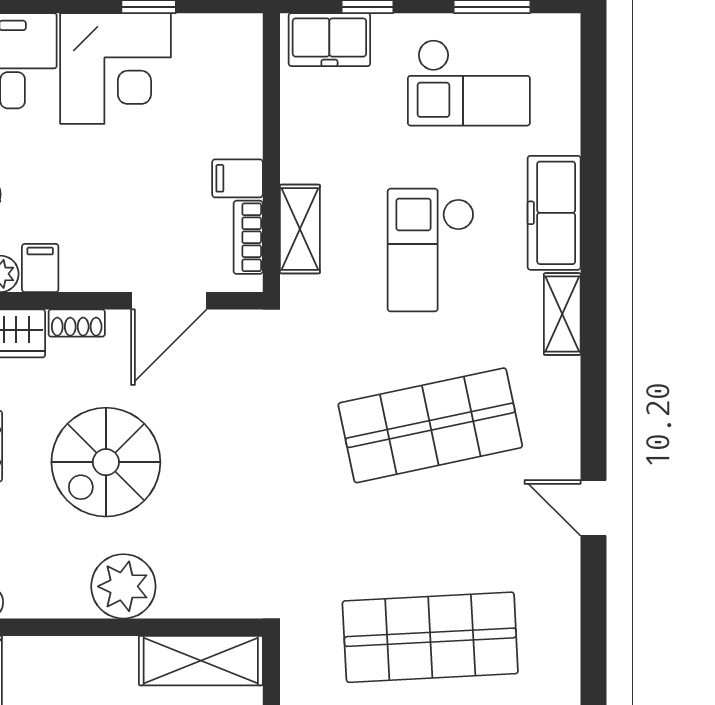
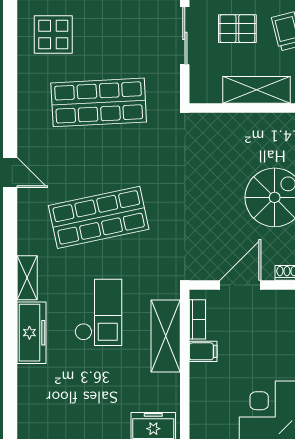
checkout: (469, 83) -> (78, 403), removed
shelving: (300, 229) -> (166, 336), width x1.50, depth x1.33
plant: (123, 586) -> (265, 130), removed
shelving: (201, 661) -> (256, 90), moved

